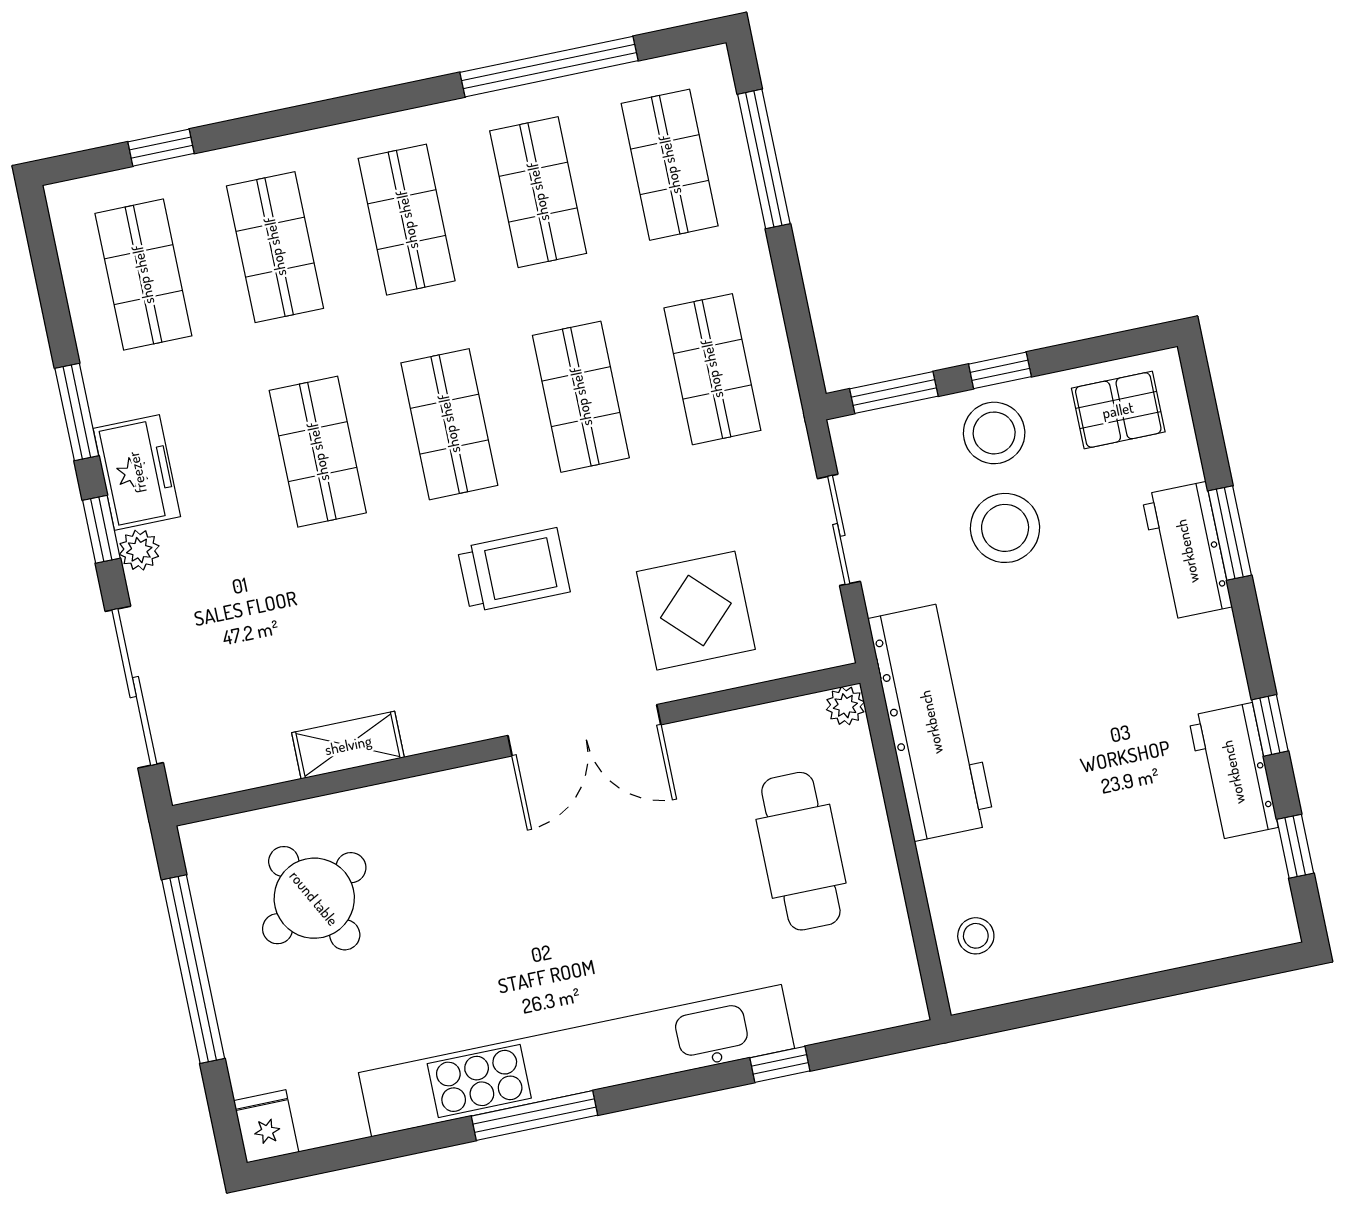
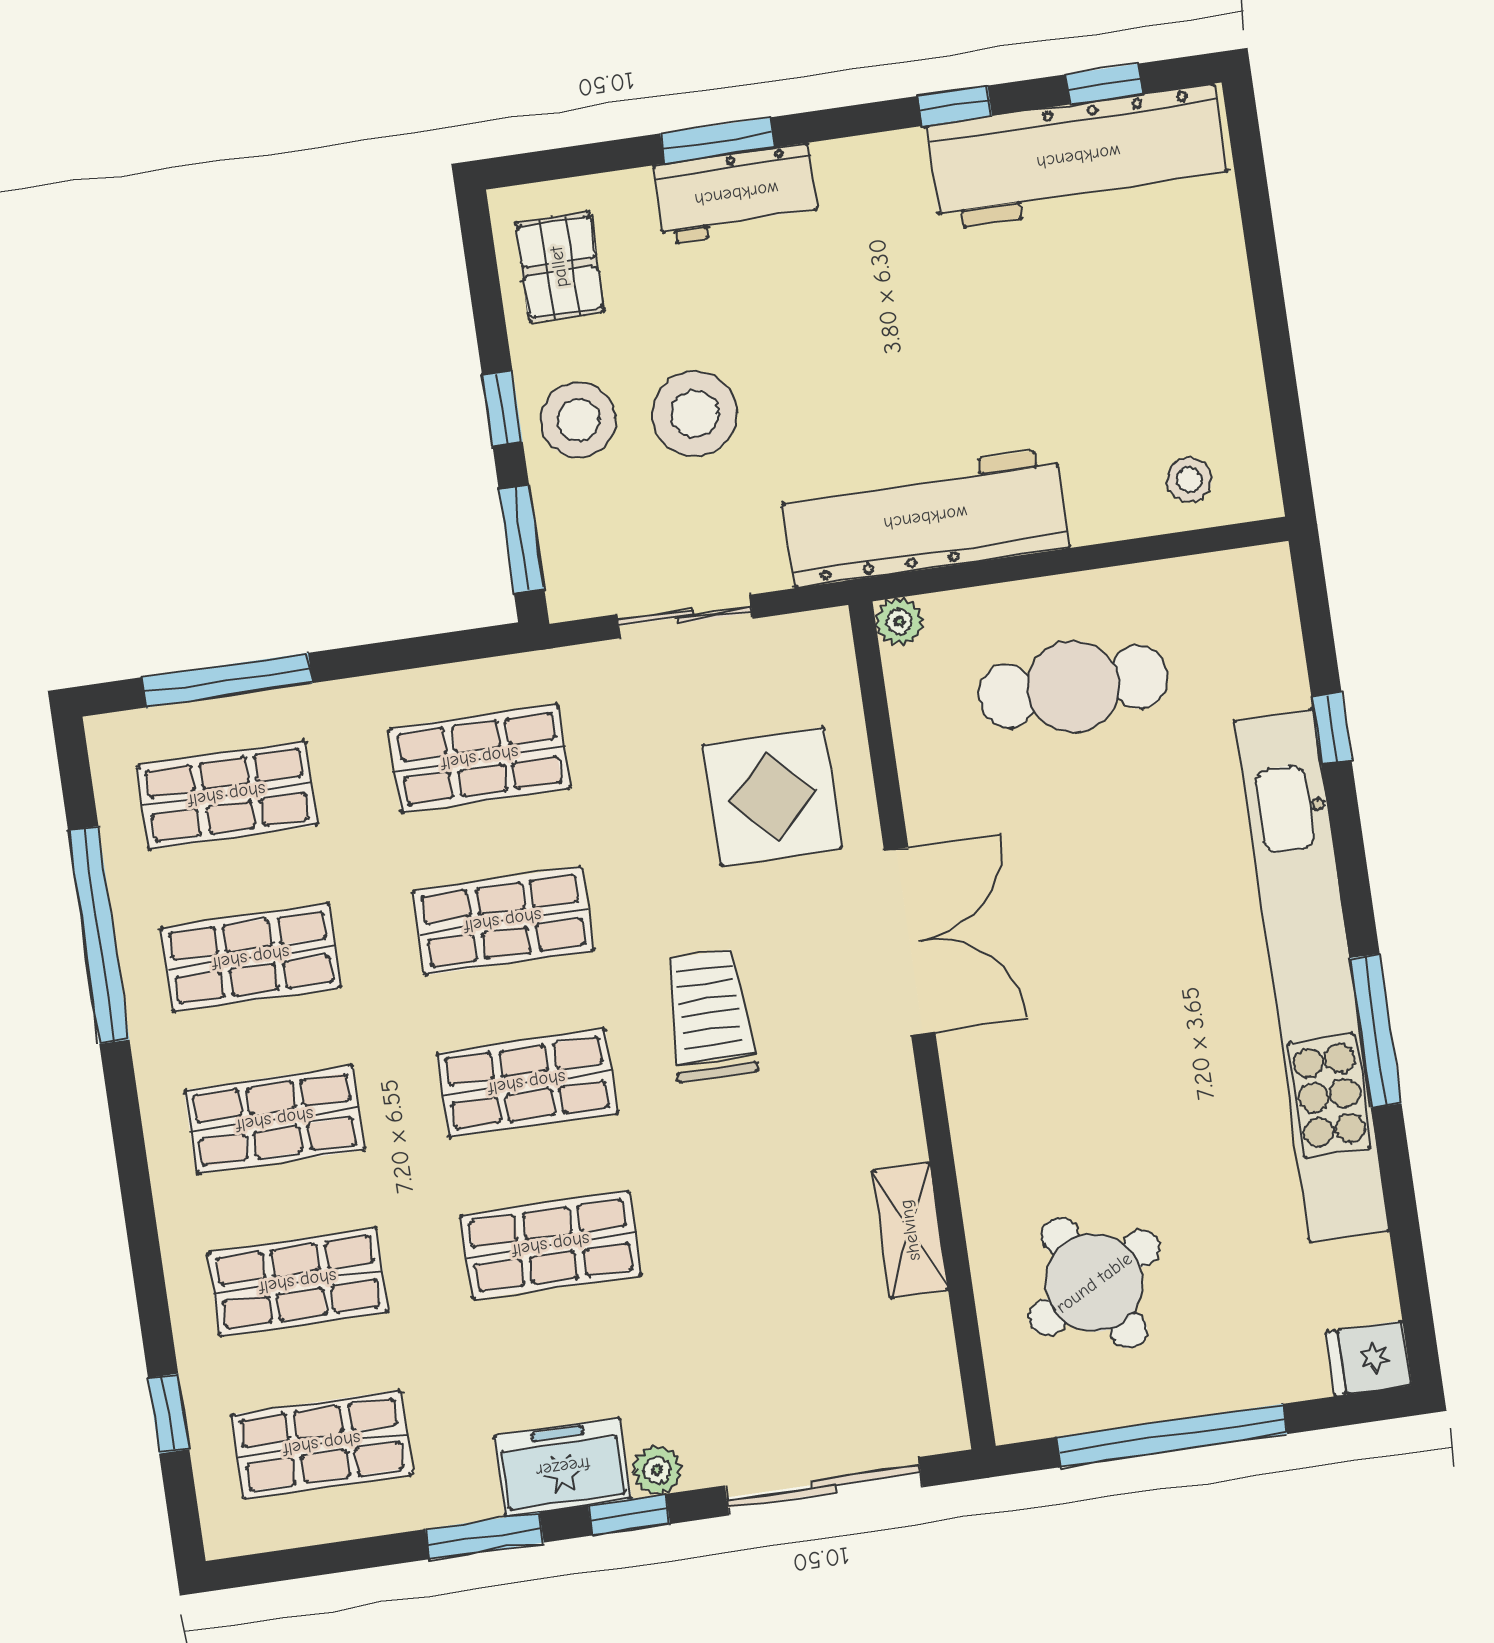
workbench: (1233, 772) -> (1078, 157), width x1.88, depth x1.32

